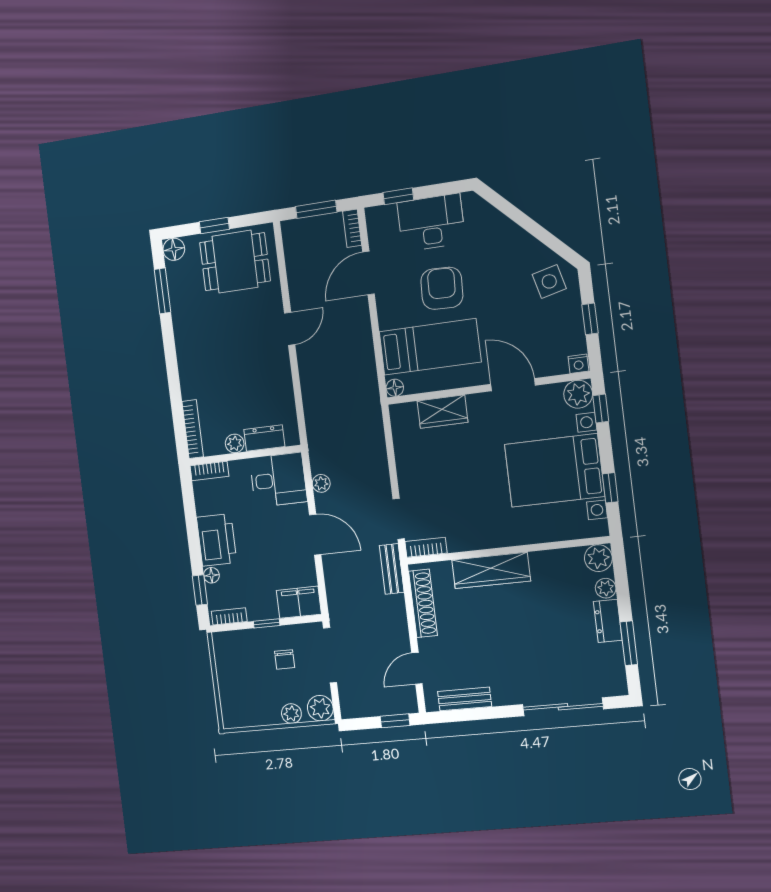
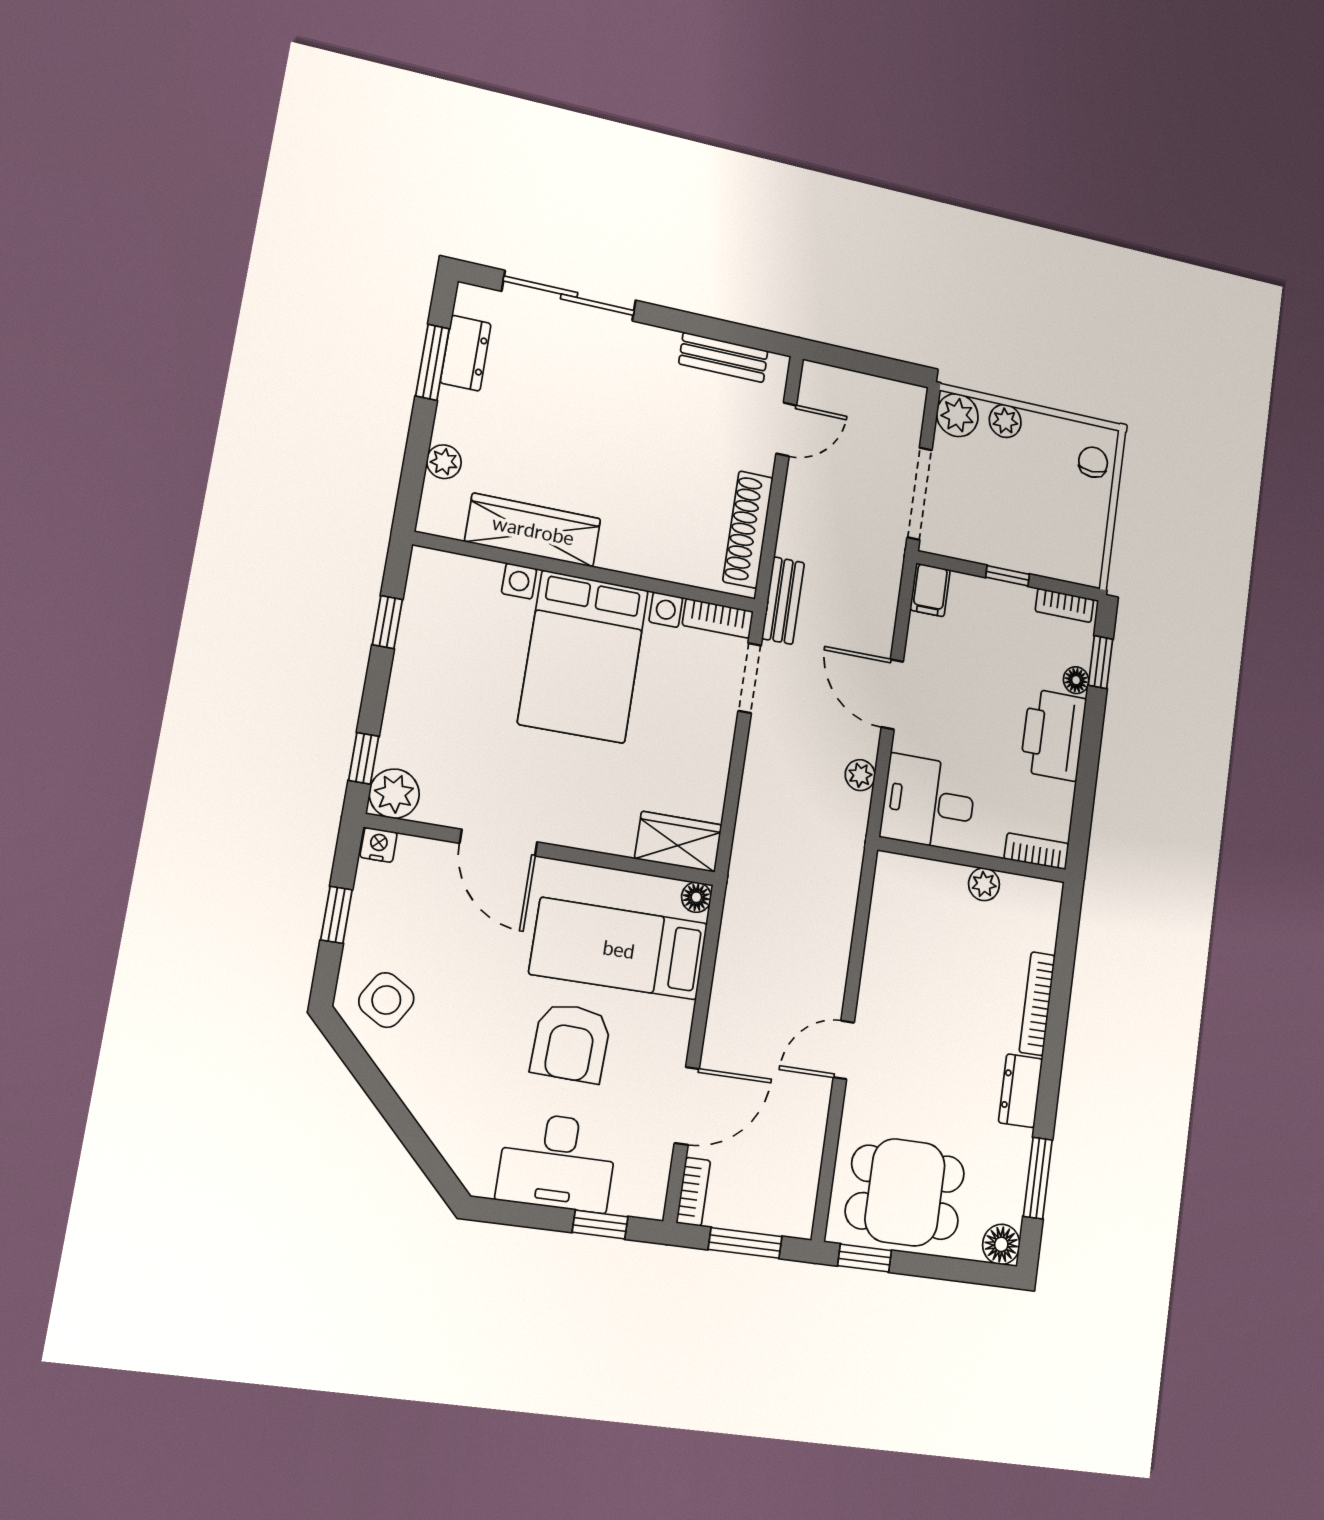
window: (214, 225) -> (865, 1258), moved
side table: (549, 281) -> (386, 1000), turned 45
wardrobe: (442, 412) -> (678, 842), moved
bookcase: (193, 429) -> (1037, 1004), moved
dresser: (264, 438) -> (1020, 1091), moved, turned 90
bed with nightstands: (554, 470) -> (583, 657), moved, turned 90
plant: (598, 558) -> (441, 514), removed
wardrobe: (491, 570) -> (533, 530), moved
filing cabinet: (299, 602) -> (930, 590), width x0.50
dresser: (608, 621) -> (466, 353), moved
chair: (285, 659) -> (1093, 462), moved
window: (395, 721) -> (844, 358), removed

